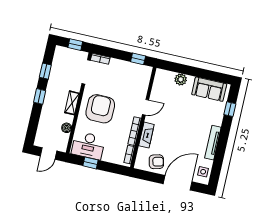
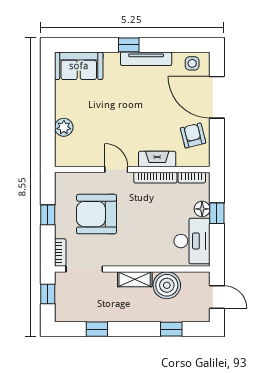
window: (138, 59) -> (48, 215), moved
sofa: (209, 89) -> (79, 66), moved, turned 90
window: (40, 96) -> (171, 329), moved
armchair: (100, 109) -> (97, 214), moved
window: (230, 109) -> (129, 45), moved
boiler: (67, 128) -> (167, 285), width x1.86, depth x1.86
floor lamp: (108, 157) -> (202, 209), added
window: (90, 163) -> (217, 213), moved

